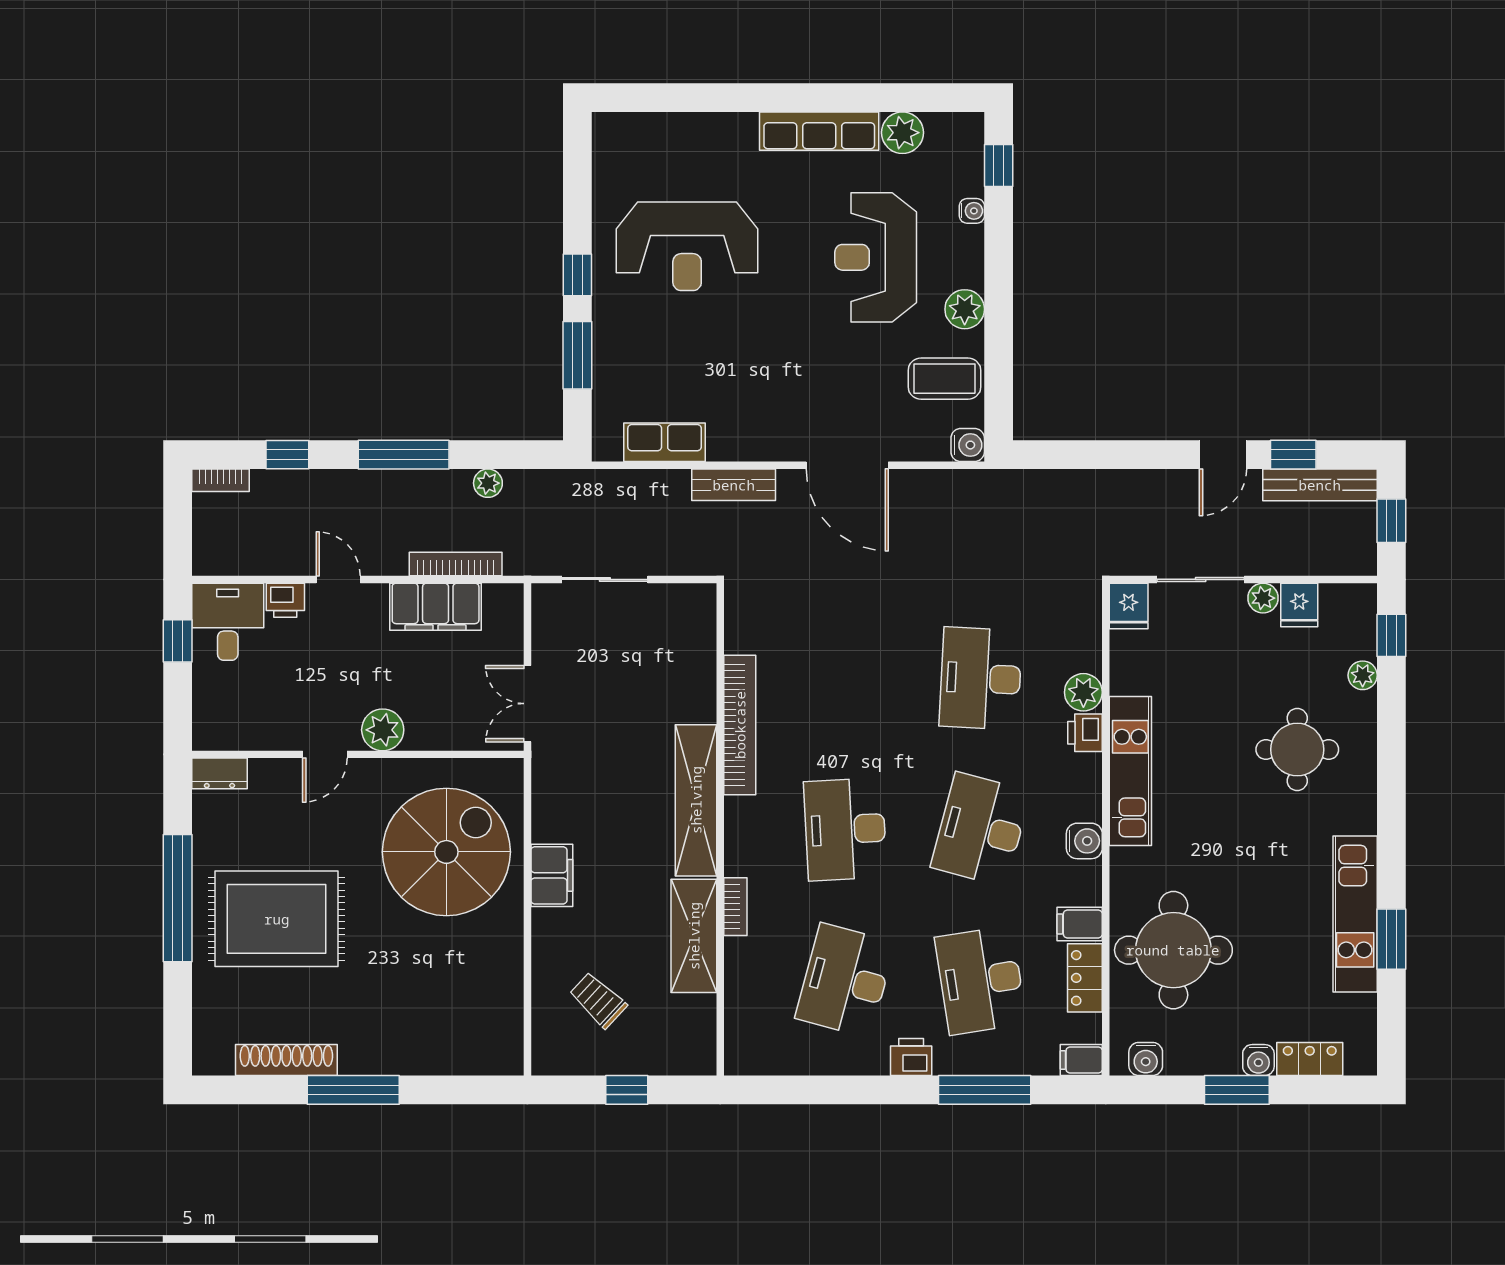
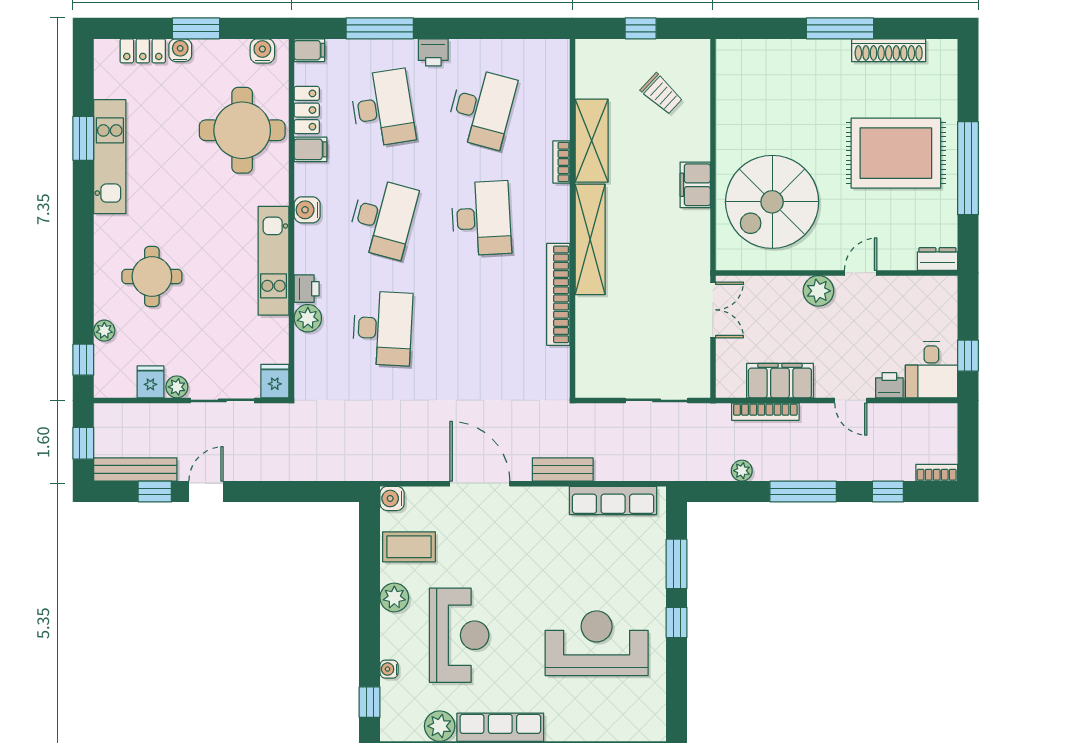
row of seats: (665, 442) -> (613, 500), width x1.48

